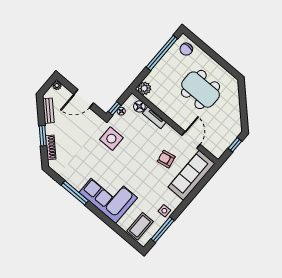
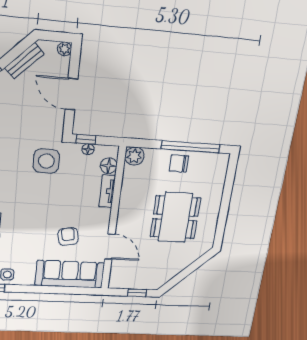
chair: (186, 49) -> (179, 164), moved
door: (191, 140) -> (110, 247), hinge flipped

